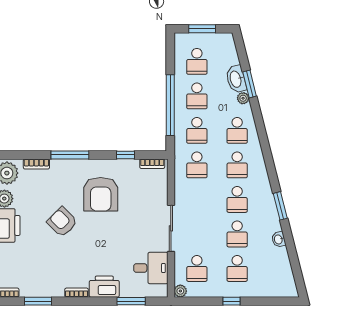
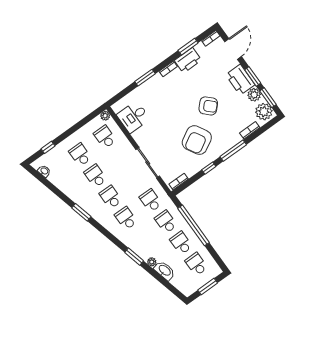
window: (250, 84) -> (134, 257), moved
school desk: (237, 130) -> (141, 239), removed
window: (125, 155) -> (209, 168), moved
armchair: (101, 194) -> (197, 140), turned -119
sliding door: (171, 228) -> (148, 163), moved
washbasin: (279, 239) -> (44, 171), moved
printer: (104, 287) -> (188, 60), moved
window: (131, 301) -> (145, 78), moved
window: (231, 301) -> (48, 147), moved

